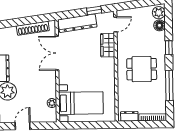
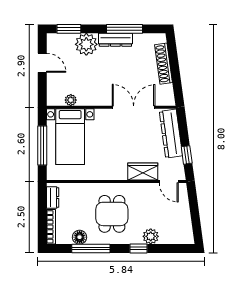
plant: (159, 13) -> (151, 236), moved
floor lamp: (159, 25) -> (80, 237), moved
shoe rack: (33, 28) -> (164, 64), moved
window: (88, 125) -> (42, 146), added

